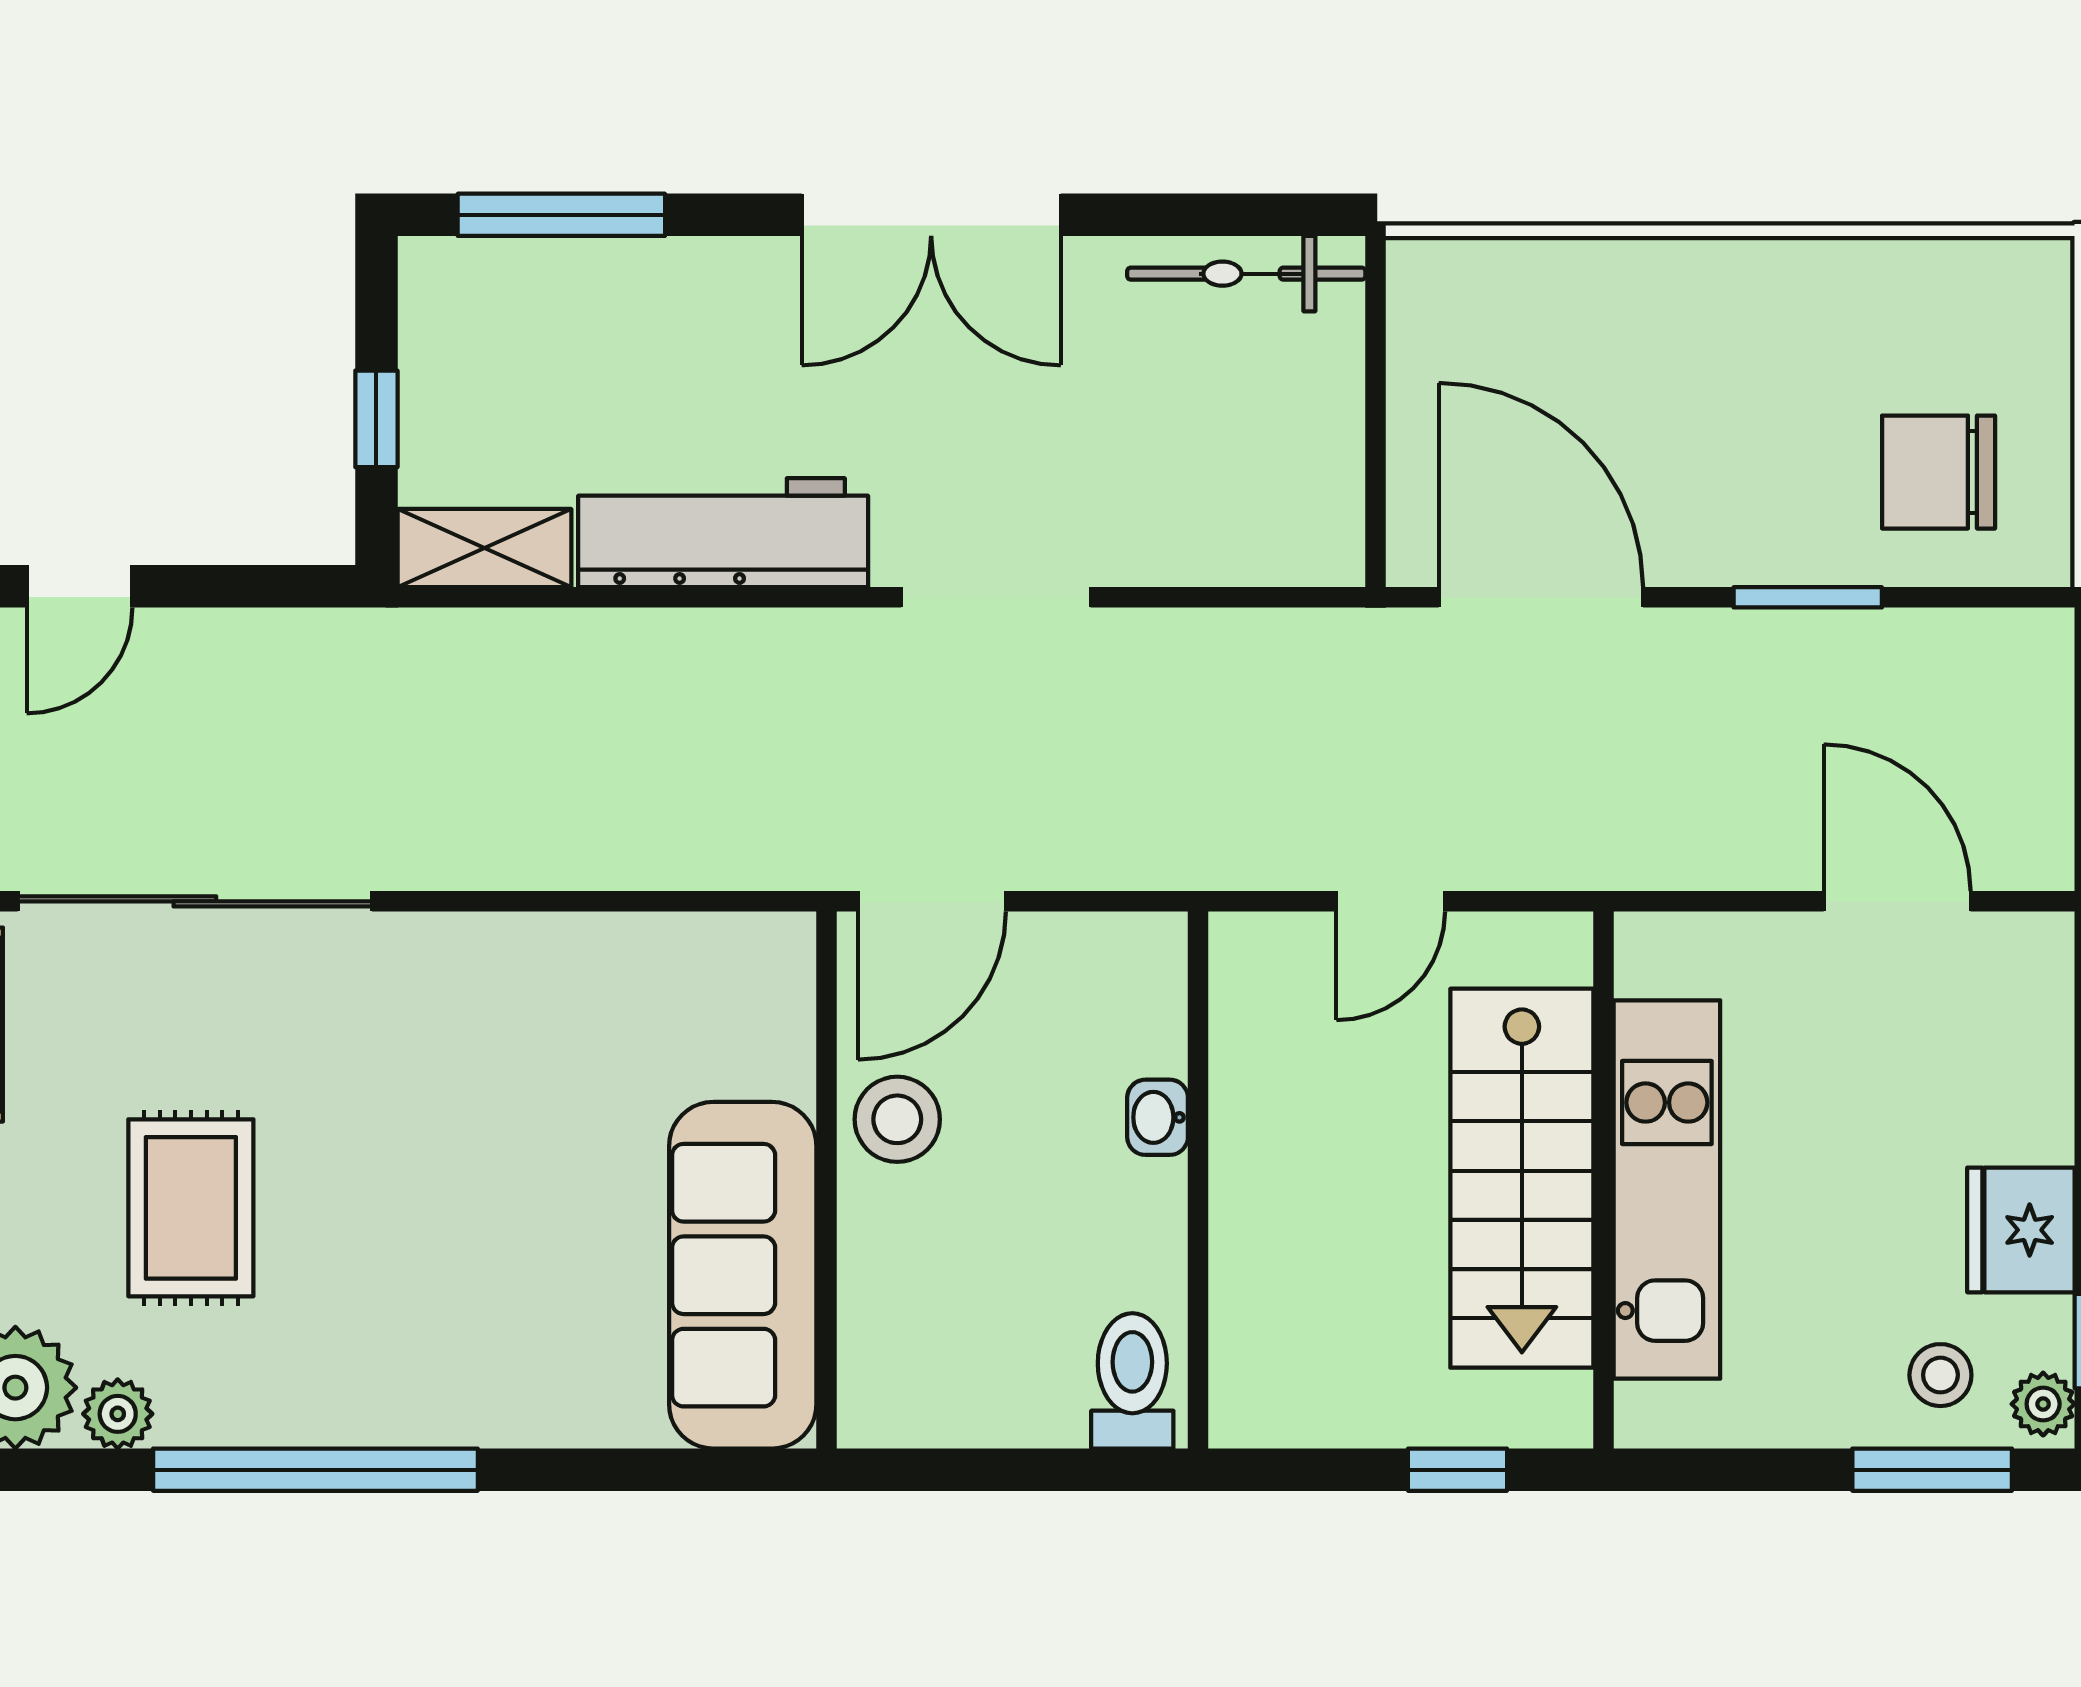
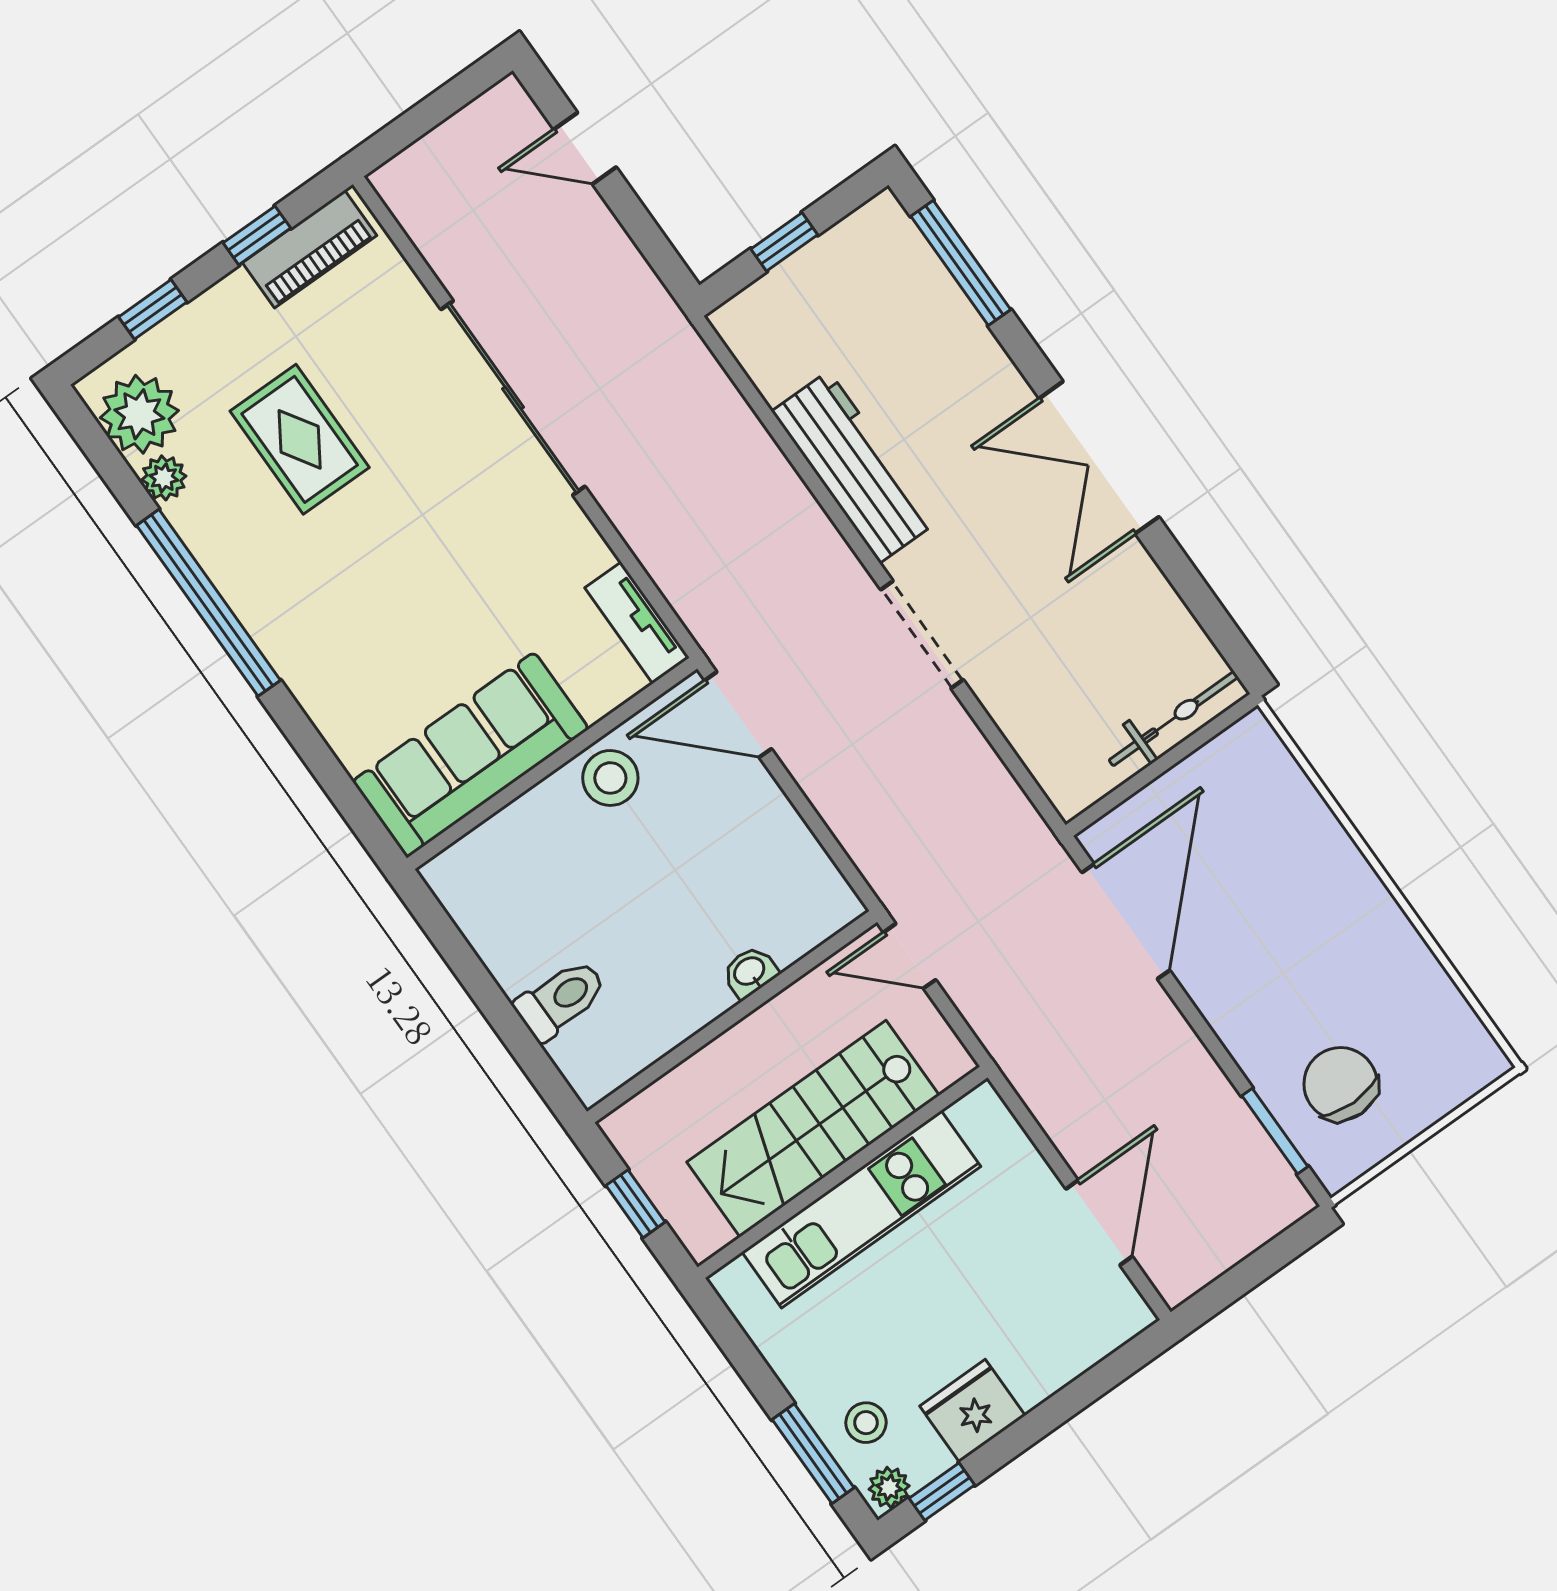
bicycle: (1246, 274) -> (1174, 719), moved, turned 90
shelving: (484, 548) -> (757, 347), removed
window: (1808, 597) -> (1275, 1131), moved
sliding door: (195, 901) -> (513, 398), moved
tv unit: (725, 946) -> (637, 623), added
washbasin: (1158, 1117) -> (750, 972), moved
wall: (1198, 1180) -> (732, 1017), moved
rug: (191, 1208) -> (300, 439), turned 90

